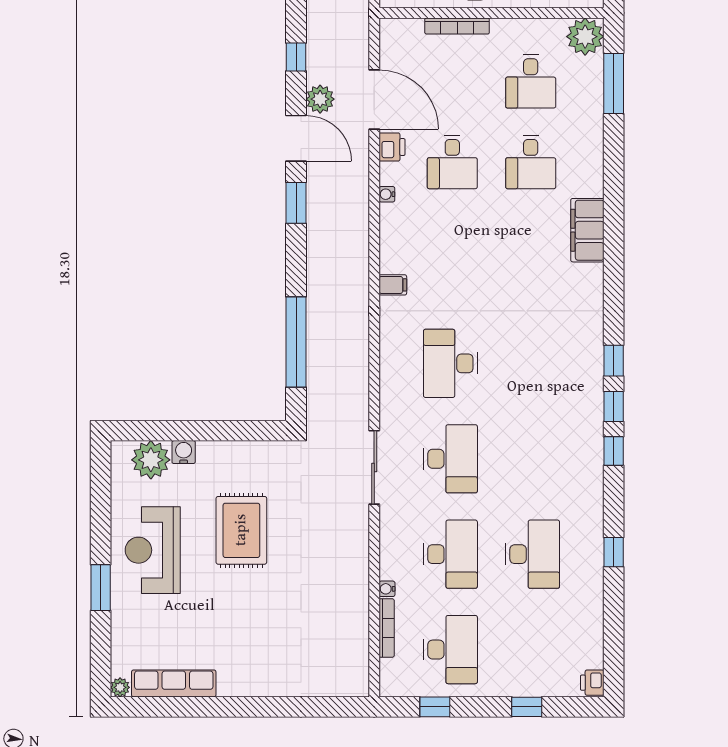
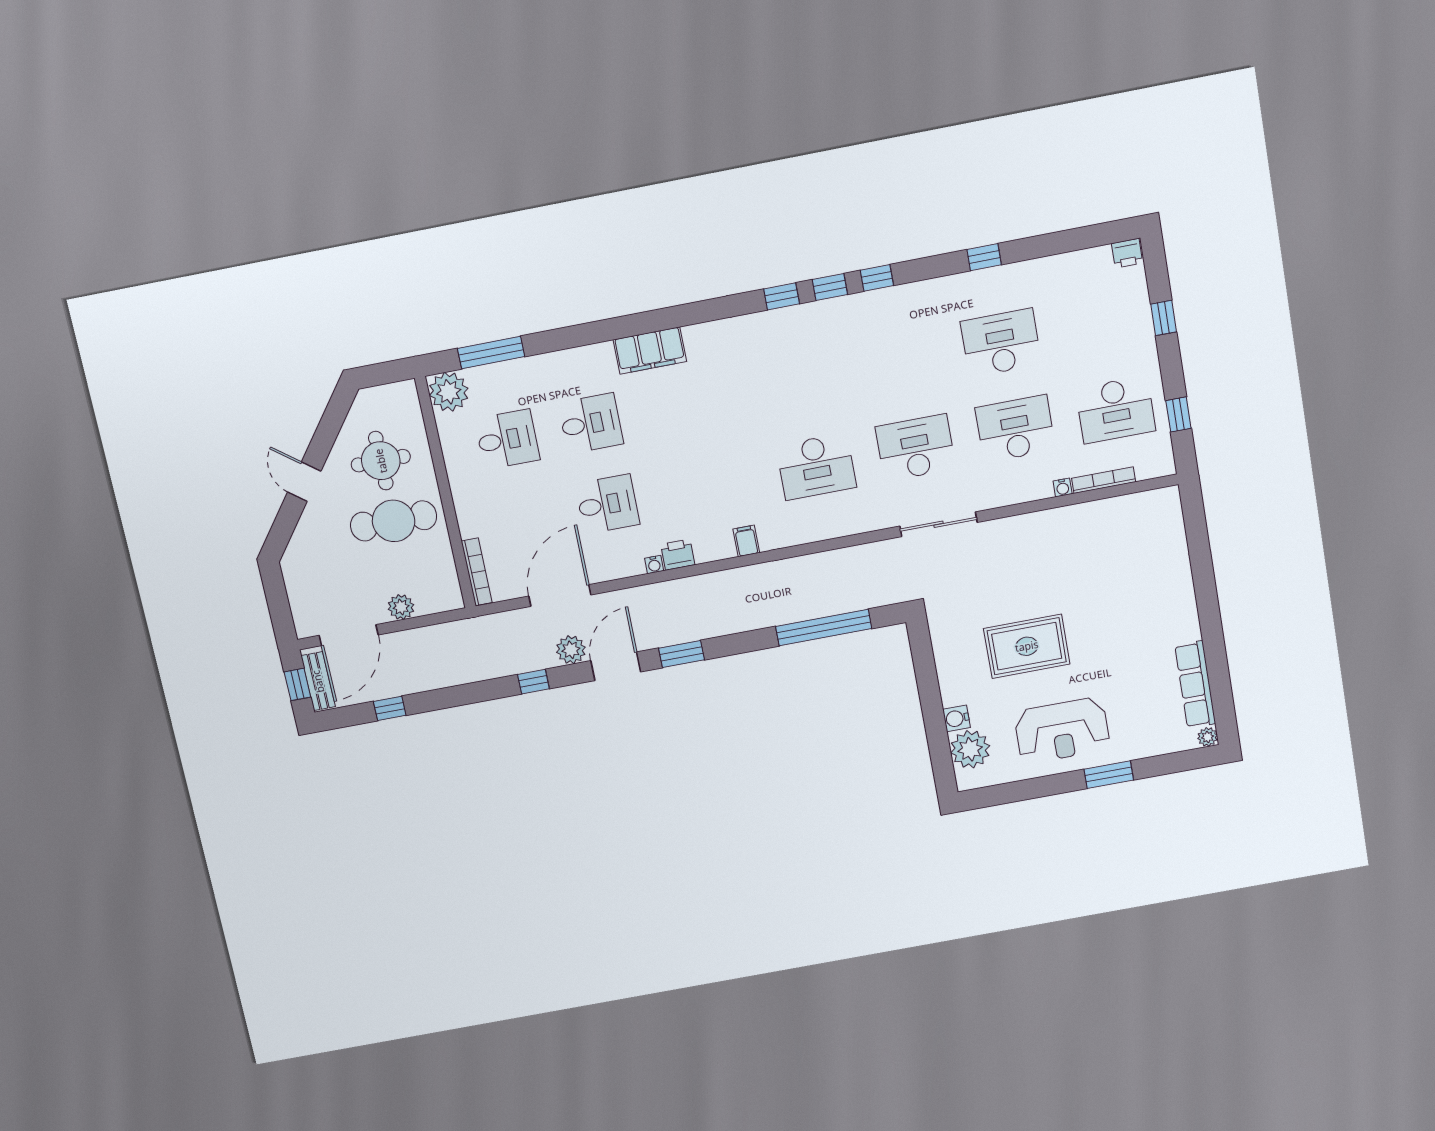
bookcase: (457, 26) -> (477, 572), moved
printer: (392, 147) -> (678, 555), moved
desk: (450, 650) -> (1116, 410), turned 180

